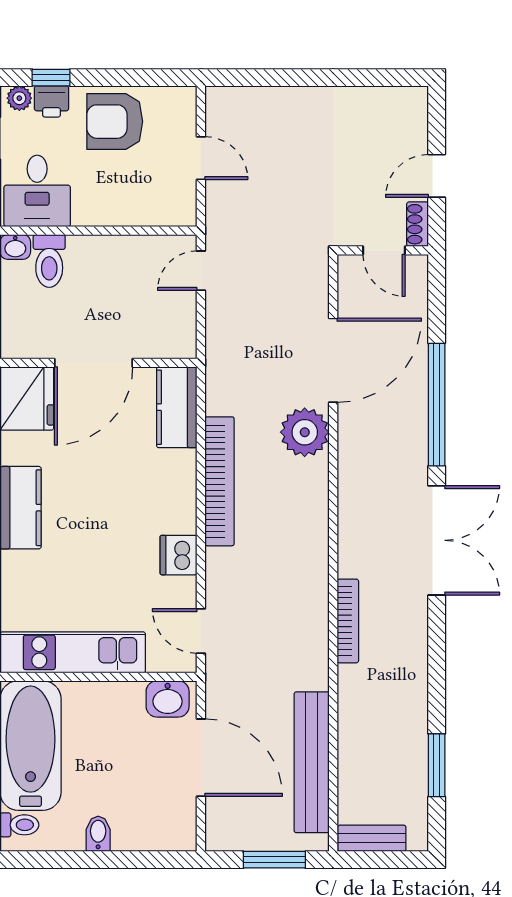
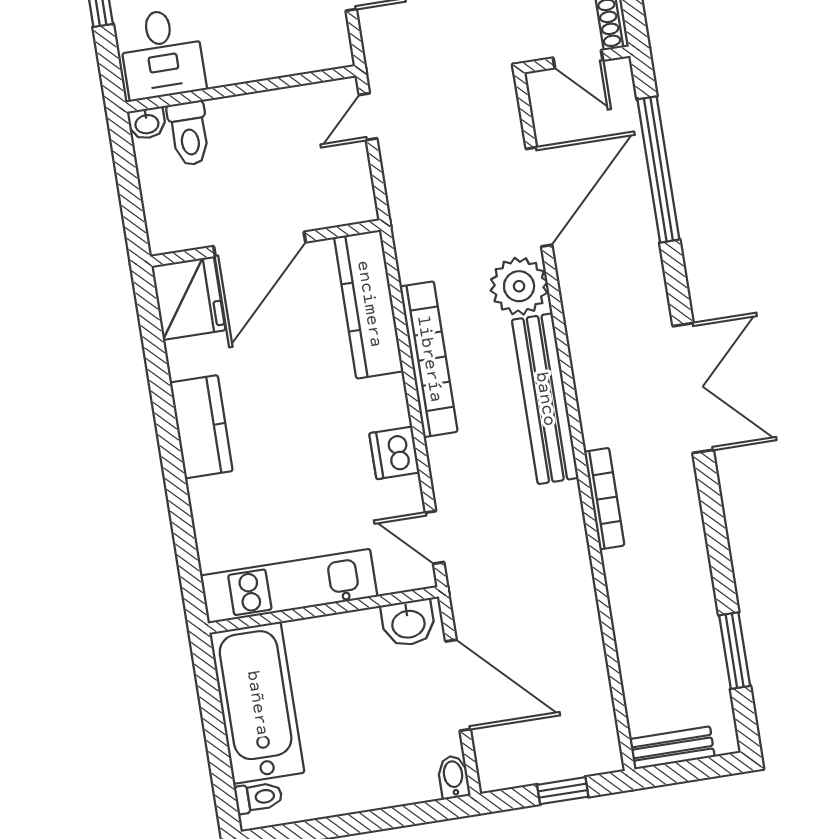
window: (437, 405) -> (658, 169), moved
kitchen counter: (177, 407) -> (369, 304), width x1.50
bench: (312, 762) -> (545, 399), moved
bidet: (98, 834) -> (454, 777), moved
window: (274, 860) -> (563, 791), width x0.67

